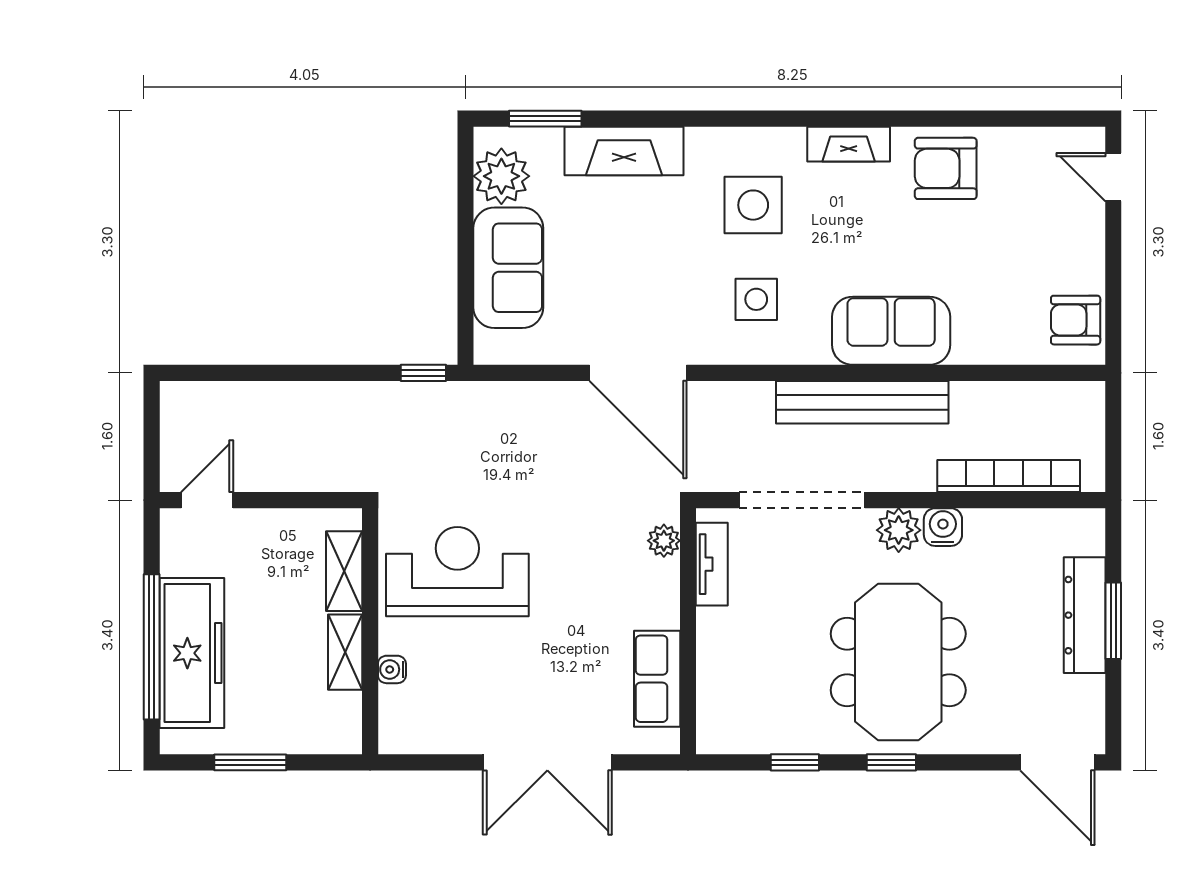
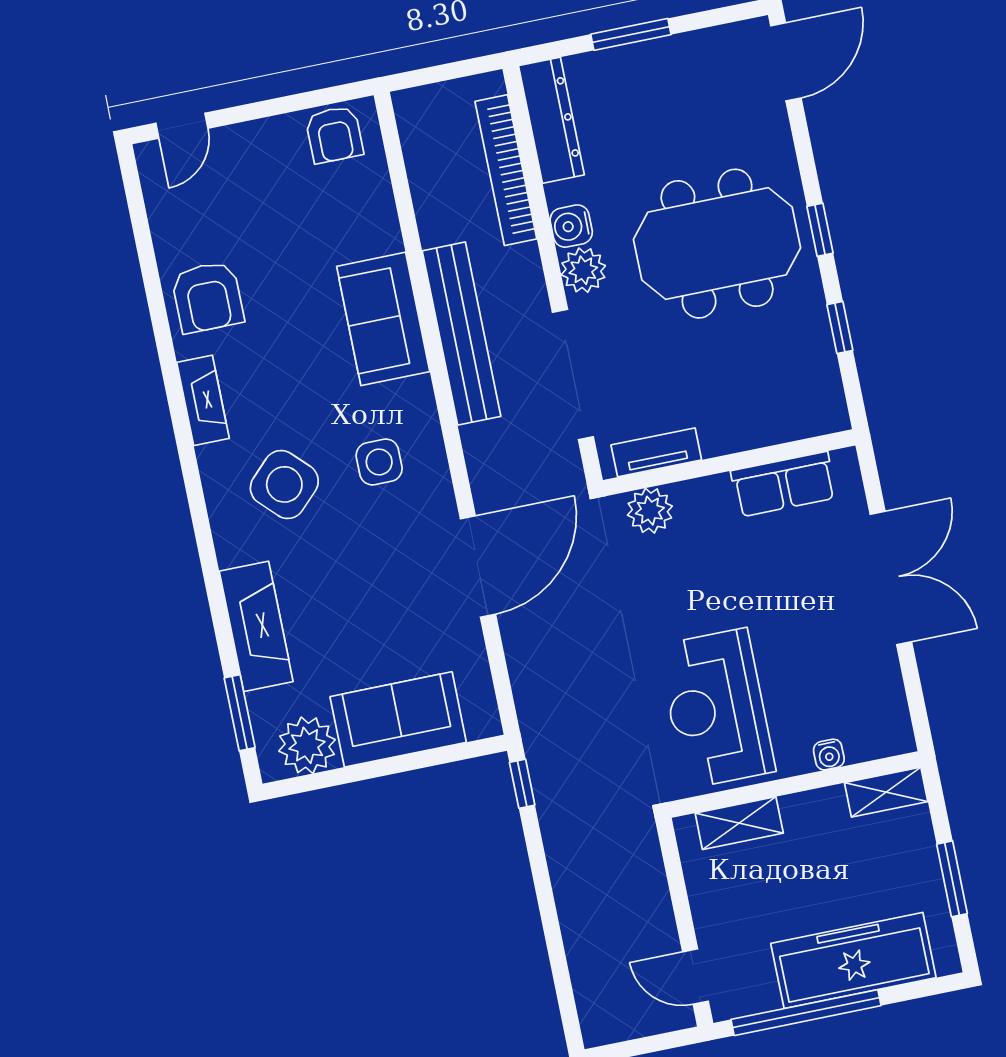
side table: (753, 205) -> (284, 484), turned 45
plant: (664, 541) -> (650, 511), width x1.38, depth x1.38
dresser: (1085, 615) -> (551, 120), moved, turned -90
window: (152, 647) -> (806, 1013), moved
shelving: (345, 652) -> (886, 792), moved

